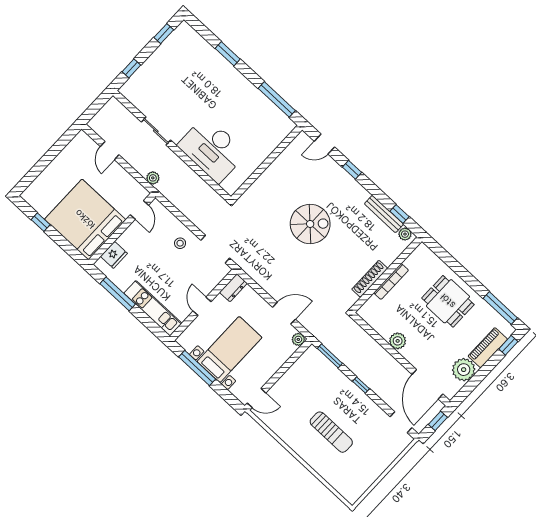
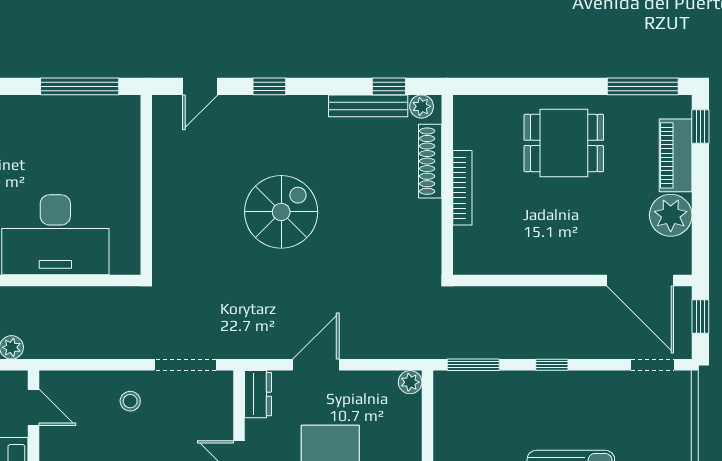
shoe rack: (370, 279) -> (430, 161), moved
door: (284, 313) -> (316, 365), moved
plant: (398, 341) -> (546, 260), removed

